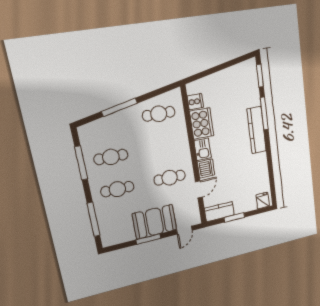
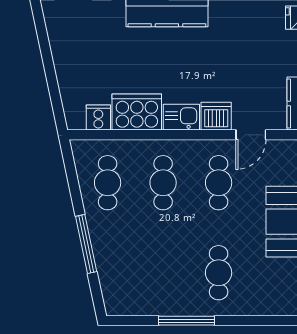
cafe table: (111, 157) -> (163, 183), moved
window: (81, 163) -> (187, 321), moved
door: (199, 189) -> (251, 135), swing flipped
window: (93, 219) -> (261, 321), removed

